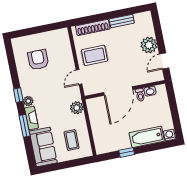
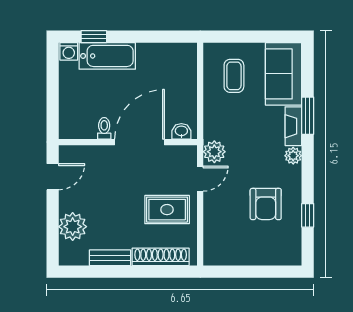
plant: (149, 45) -> (73, 227), moved
armchair: (38, 60) -> (266, 204), moved
washbasin: (150, 91) -> (181, 131), moved
window: (18, 95) -> (308, 215), moved
plant: (77, 108) -> (214, 152), moved
window: (127, 152) -> (94, 37), moved

